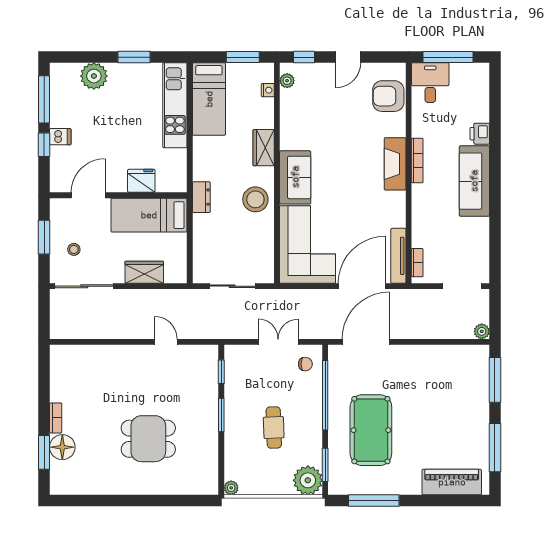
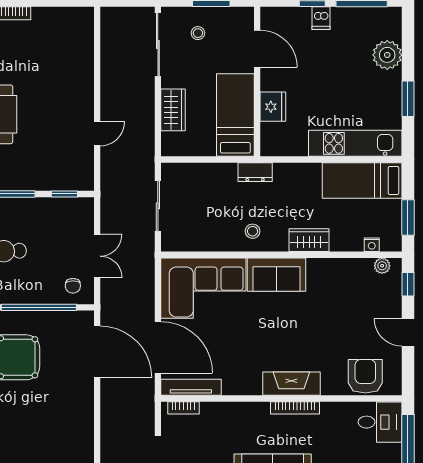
stool: (255, 199) -> (253, 231), width x0.53, depth x0.53

